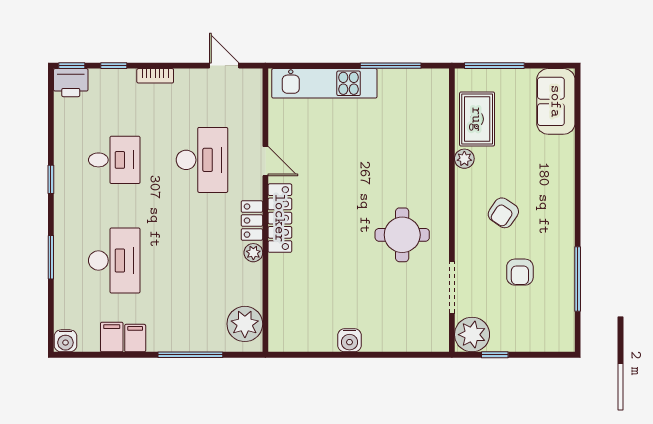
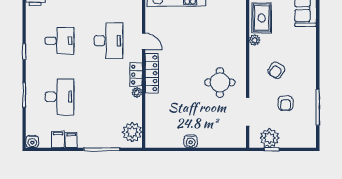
plant: (472, 335) -> (269, 138), moved

